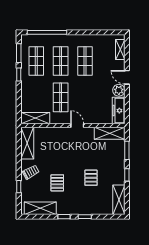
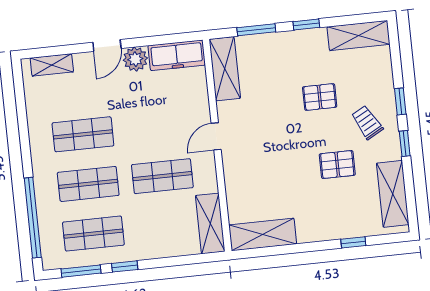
trolley: (31, 172) -> (367, 122), moved

